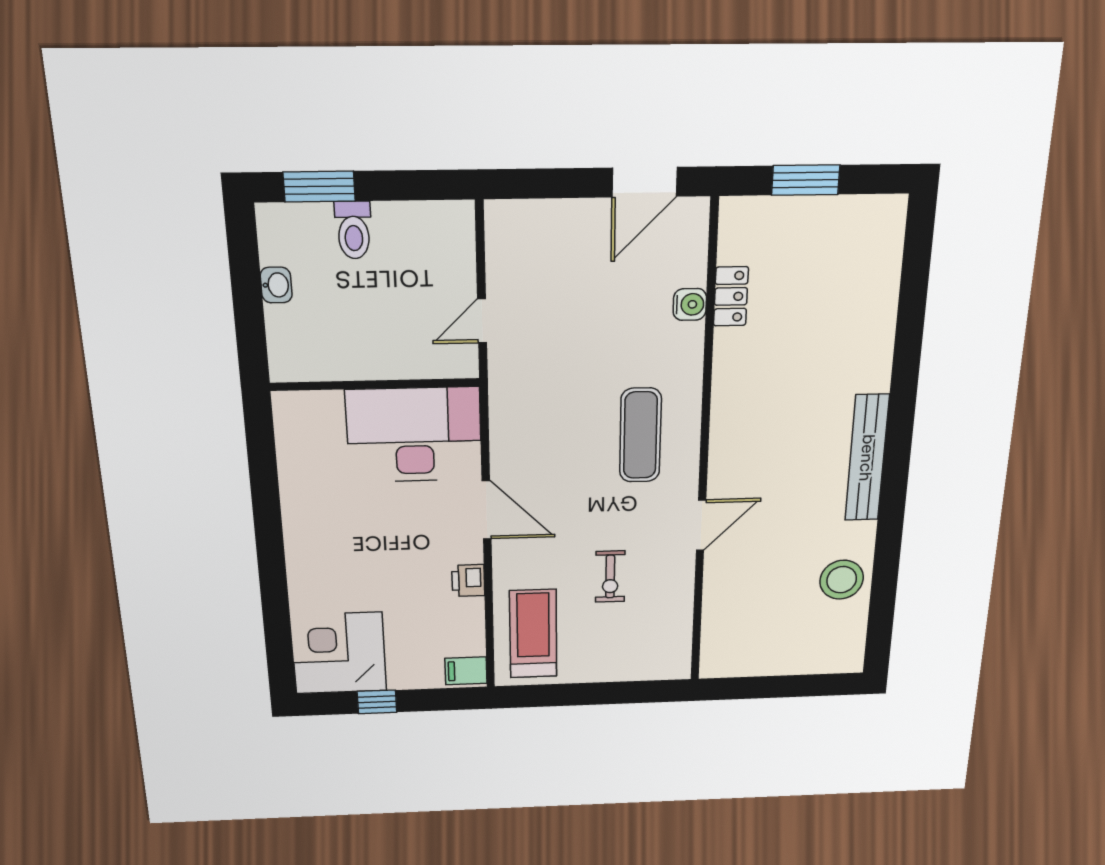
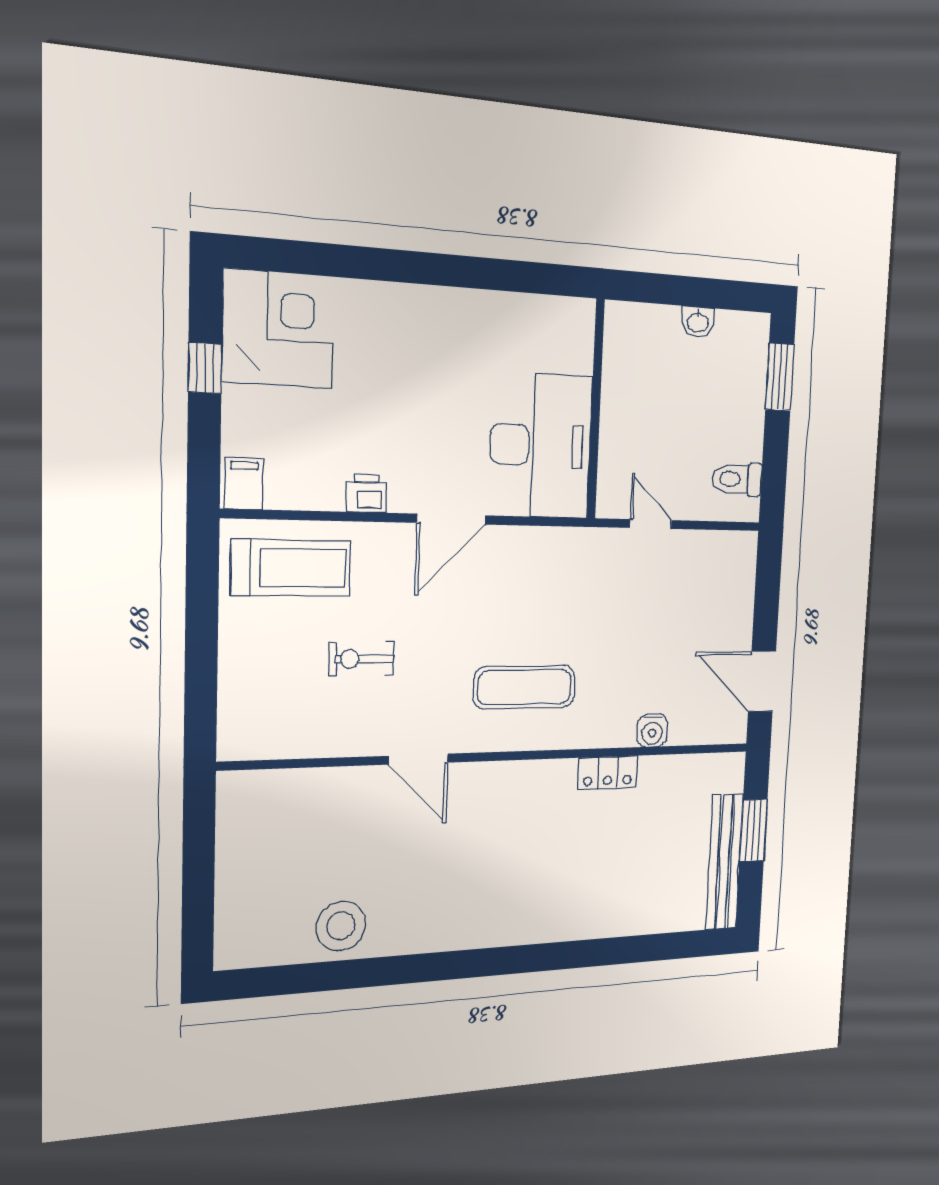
toilet: (353, 230) -> (737, 479), moved
locker: (731, 296) -> (608, 773), moved
bench: (867, 458) -> (724, 862), moved, turned 90

